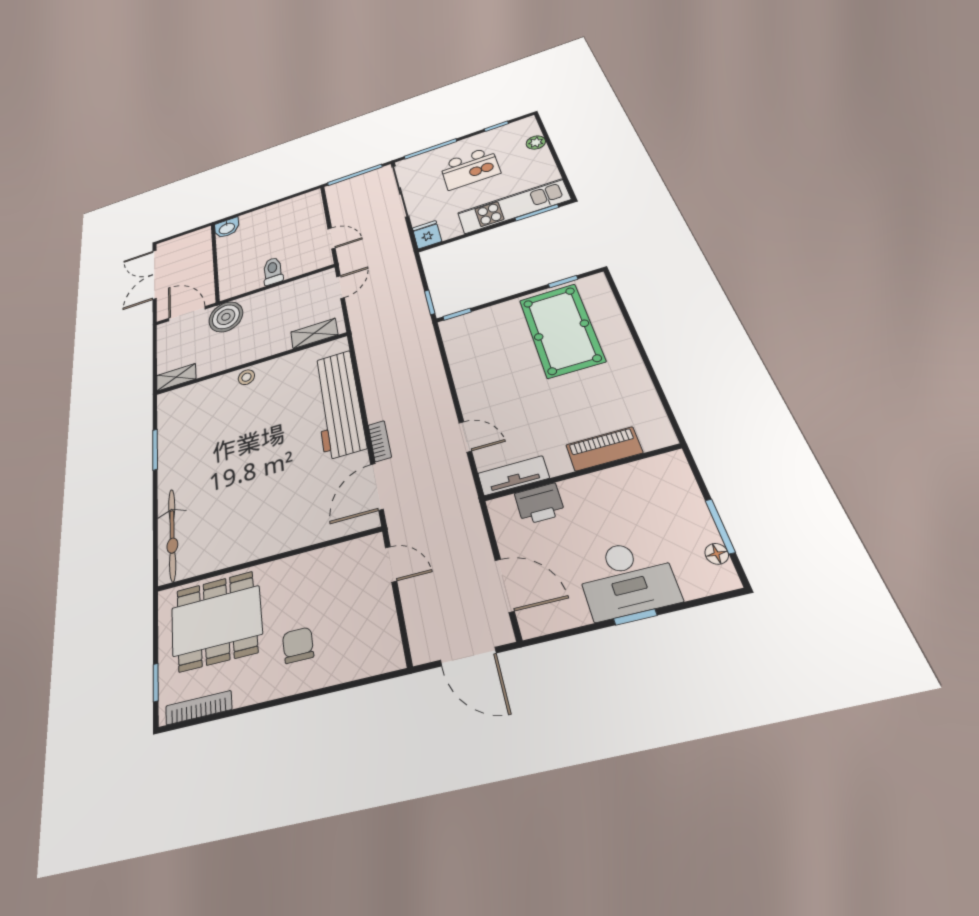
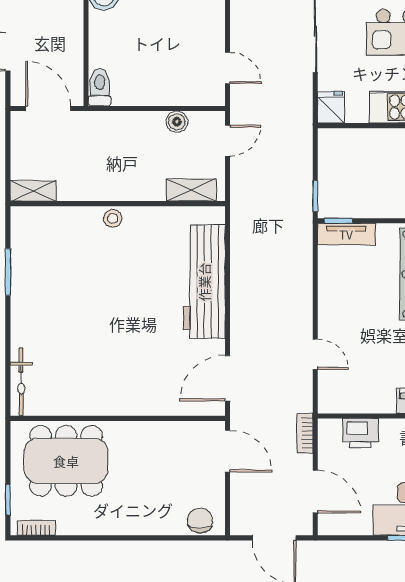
toilet: (273, 271) -> (100, 87), moved
boiler: (226, 317) -> (177, 122), moved, width x0.54, depth x0.54
bookcase: (380, 441) -> (305, 433), moved, turned 180
tv unit: (513, 476) -> (346, 234), moved, turned 180
bicycle: (172, 534) -> (21, 382), width x0.73, depth x0.71
door: (391, 564) -> (227, 451), width x1.38
chair: (298, 645) -> (200, 520), moved
bookcase: (199, 708) -> (36, 528), width x0.64

